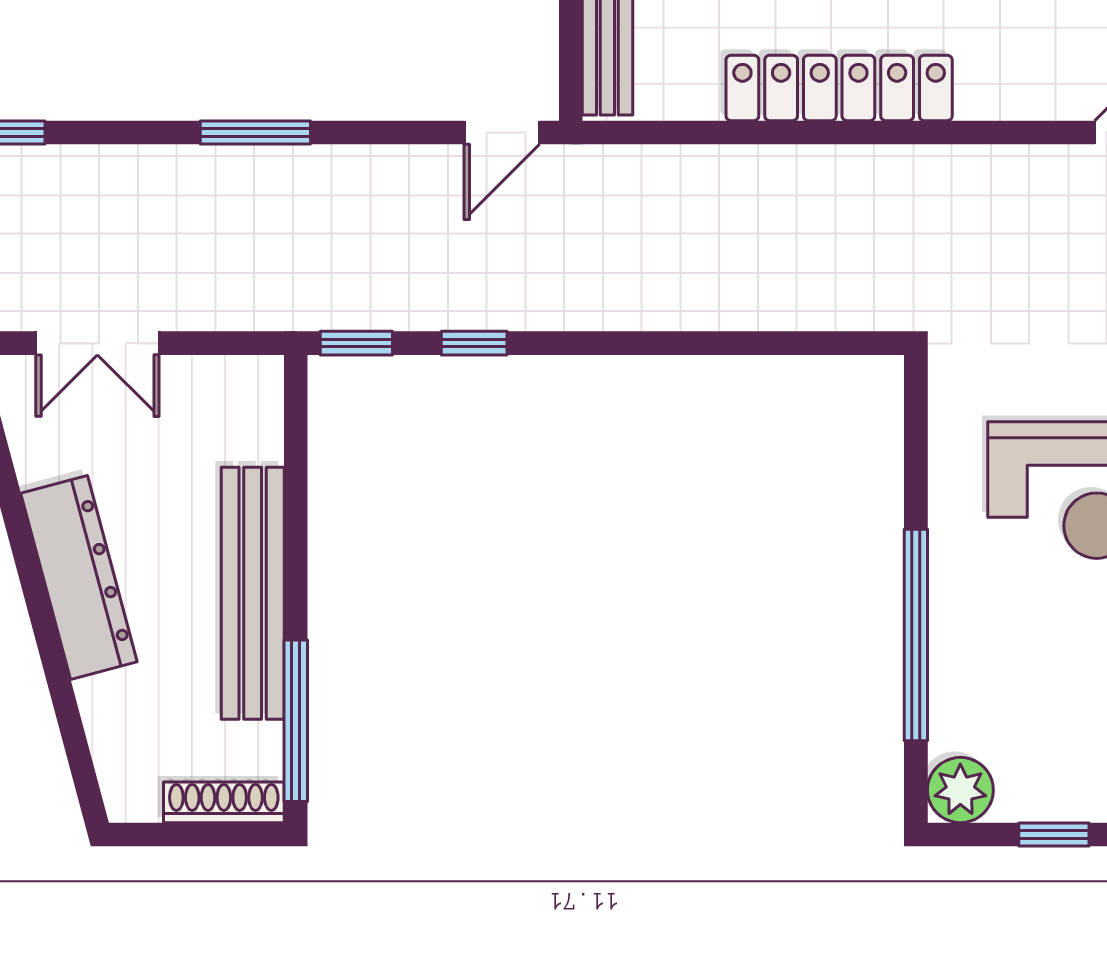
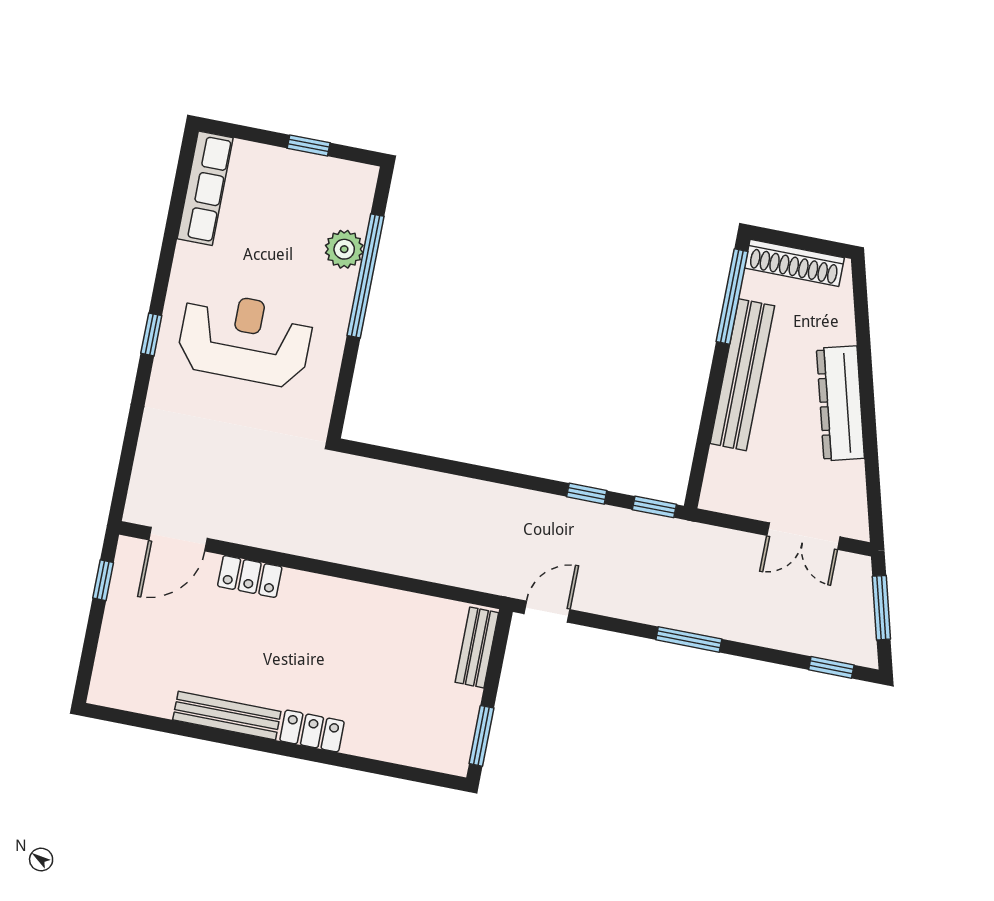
locker: (839, 88) -> (250, 577), moved, width x0.46, depth x0.83
double door: (97, 343) -> (803, 536), swing flipped
plant: (960, 790) -> (344, 249), moved
shoe rack: (224, 802) -> (794, 263), width x1.36, depth x1.24

